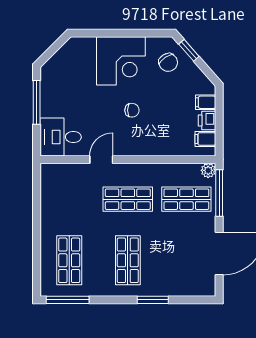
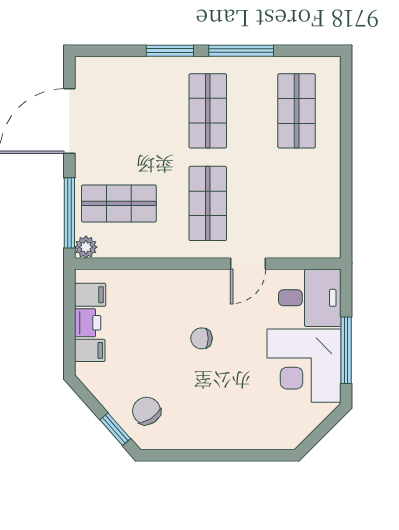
corner desk: (121, 61) -> (304, 366), moved, turned -90
shop shelf: (128, 199) -> (208, 203), turned 90
window: (68, 300) -> (241, 51), moved

